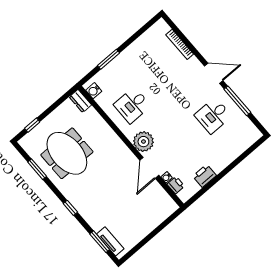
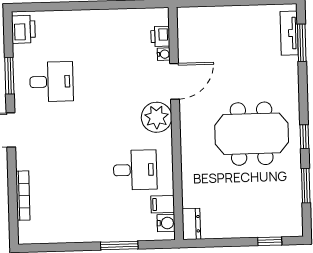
filing cabinet: (103, 99) -> (163, 204), added
window: (237, 101) -> (9, 76), width x0.69
meeting table: (67, 153) -> (252, 134), moved, turned 90
printer: (204, 176) -> (23, 29), moved, turned -90
window: (70, 208) -> (304, 137), moved

